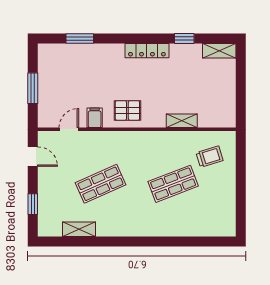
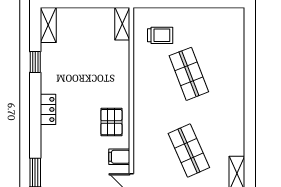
locker: (147, 51) -> (48, 109), width x0.66
shelving: (182, 121) -> (122, 24), moved
trolley: (210, 157) -> (160, 35), turned 107

